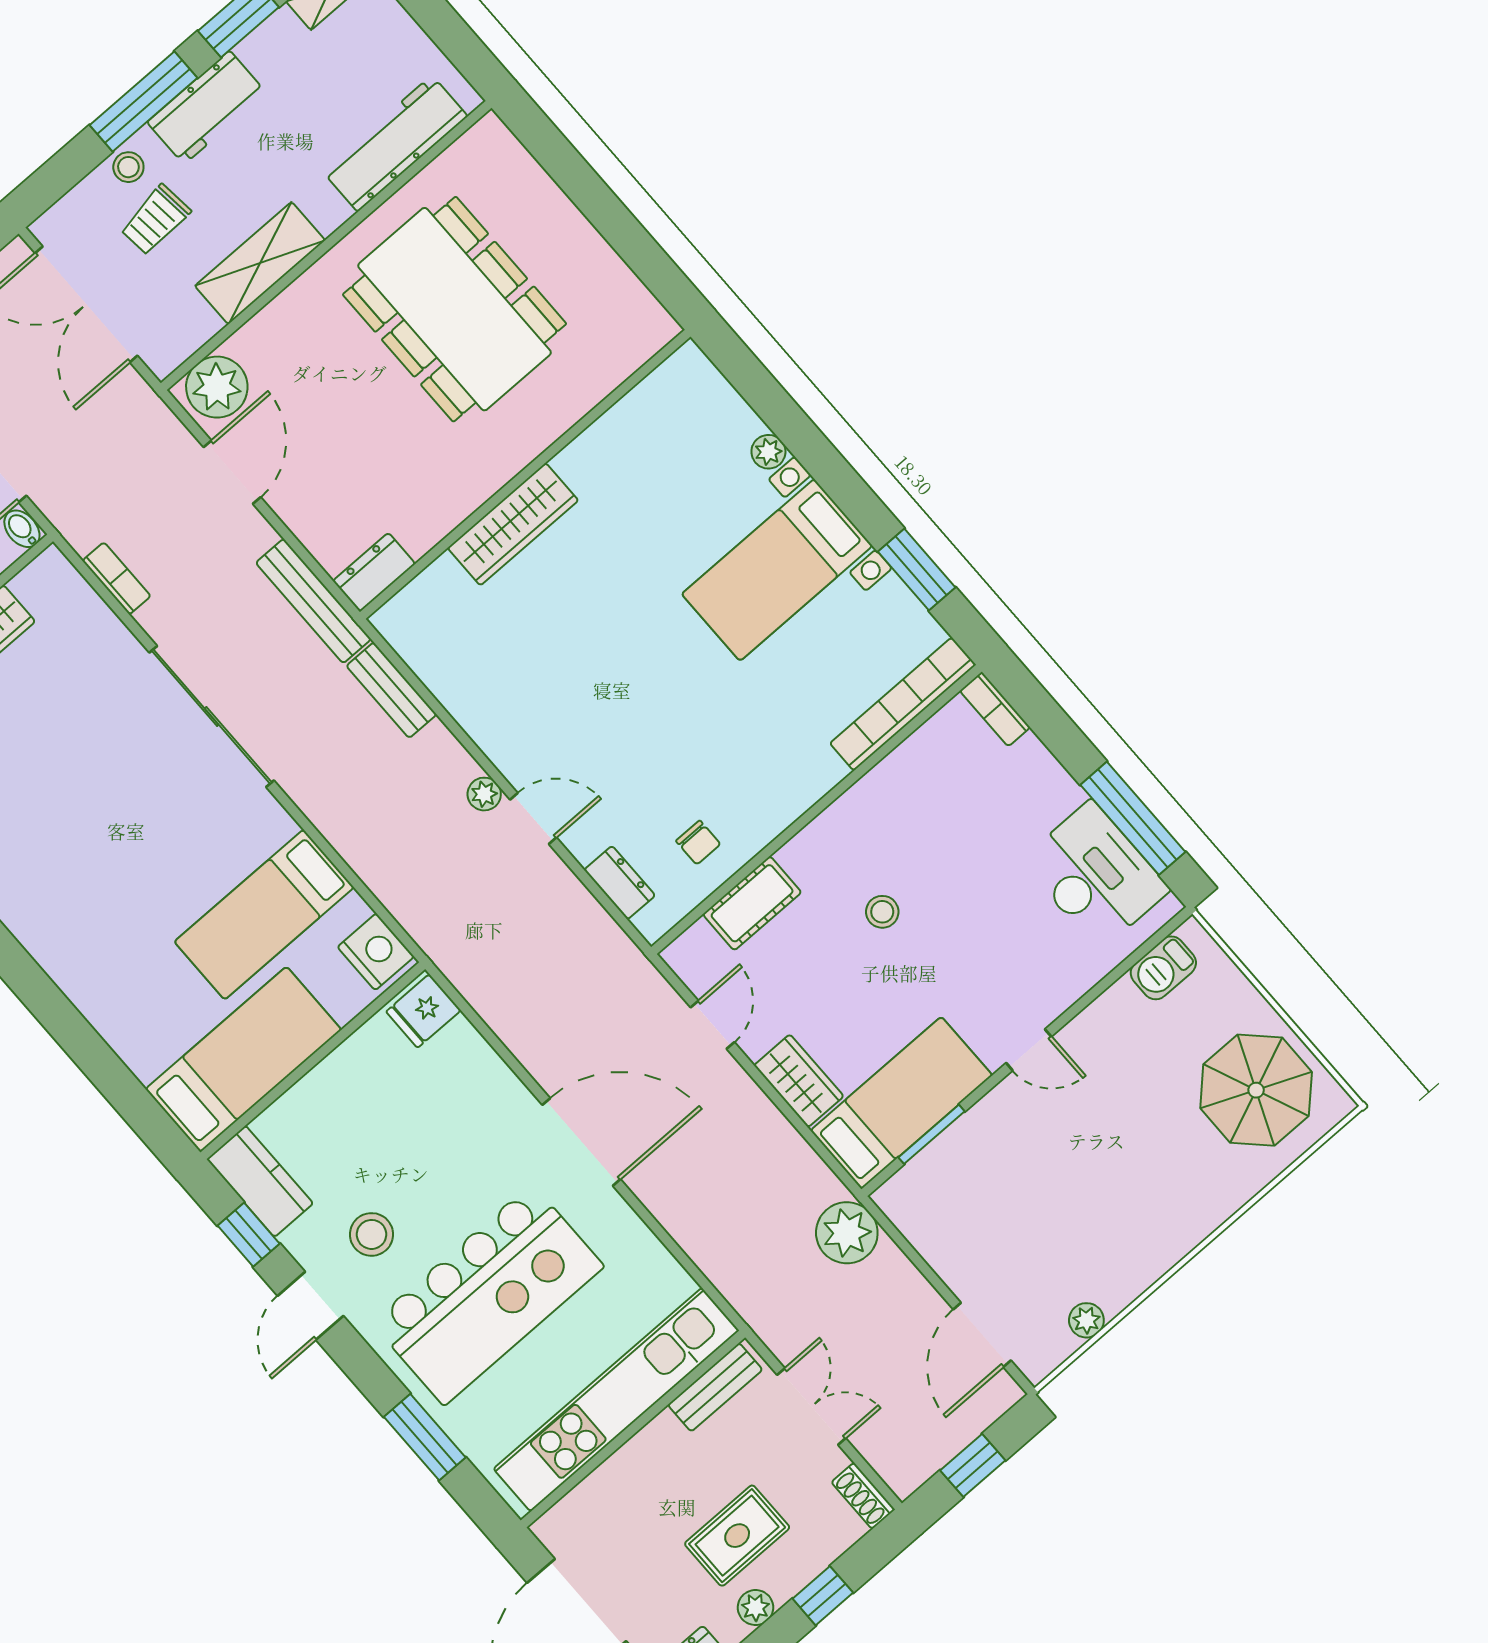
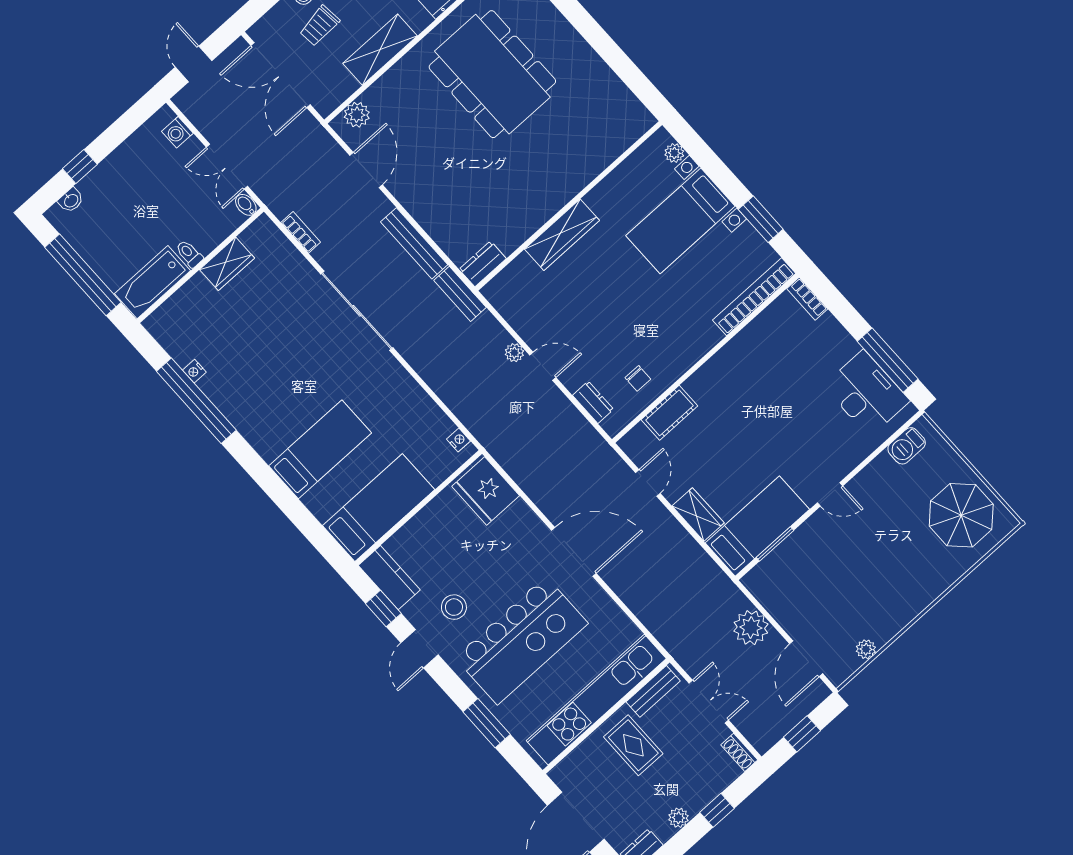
plant: (217, 387) -> (357, 115), width x0.73, depth x0.73
wall: (525, 474) -> (569, 206), moved
wardrobe: (513, 524) -> (562, 235), moved
dresser: (374, 572) -> (483, 264), moved
stool: (882, 912) -> (744, 416), removed
bed: (264, 915) -> (320, 449), moved, turned 180
nightstand: (376, 952) -> (458, 440), width x0.53, depth x0.56
fridge: (423, 1011) -> (486, 491), width x1.88, depth x1.34
plant: (847, 1233) -> (751, 628), moved
rug: (737, 1536) -> (633, 745), moved, turned 90

